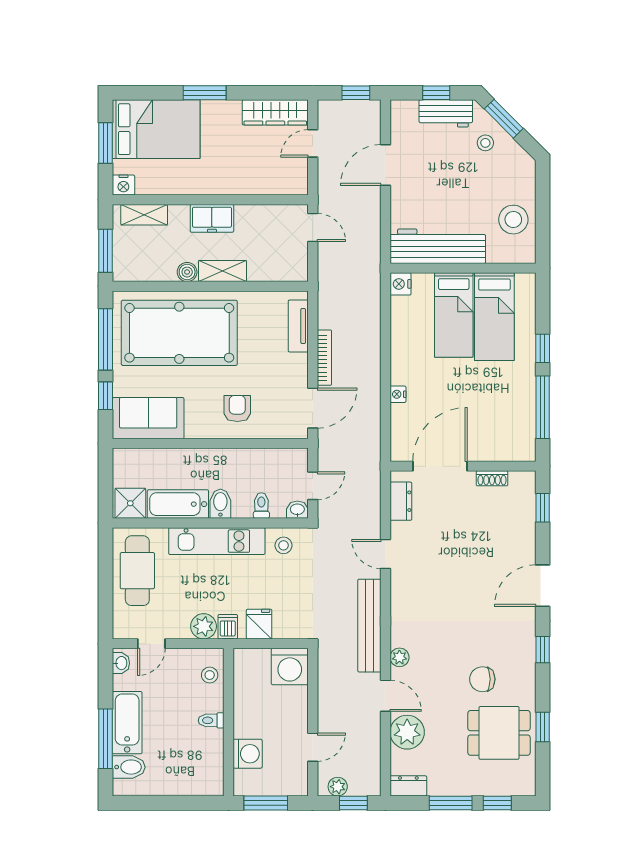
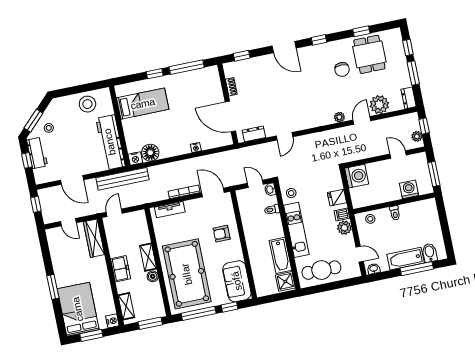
wardrobe: (275, 112) -> (94, 238), moved, turned 180
floor lamp: (405, 312) -> (150, 153), added
bed: (454, 315) -> (146, 126), removed
bidet: (220, 504) -> (276, 232), removed
bench: (369, 626) -> (122, 179), moved

